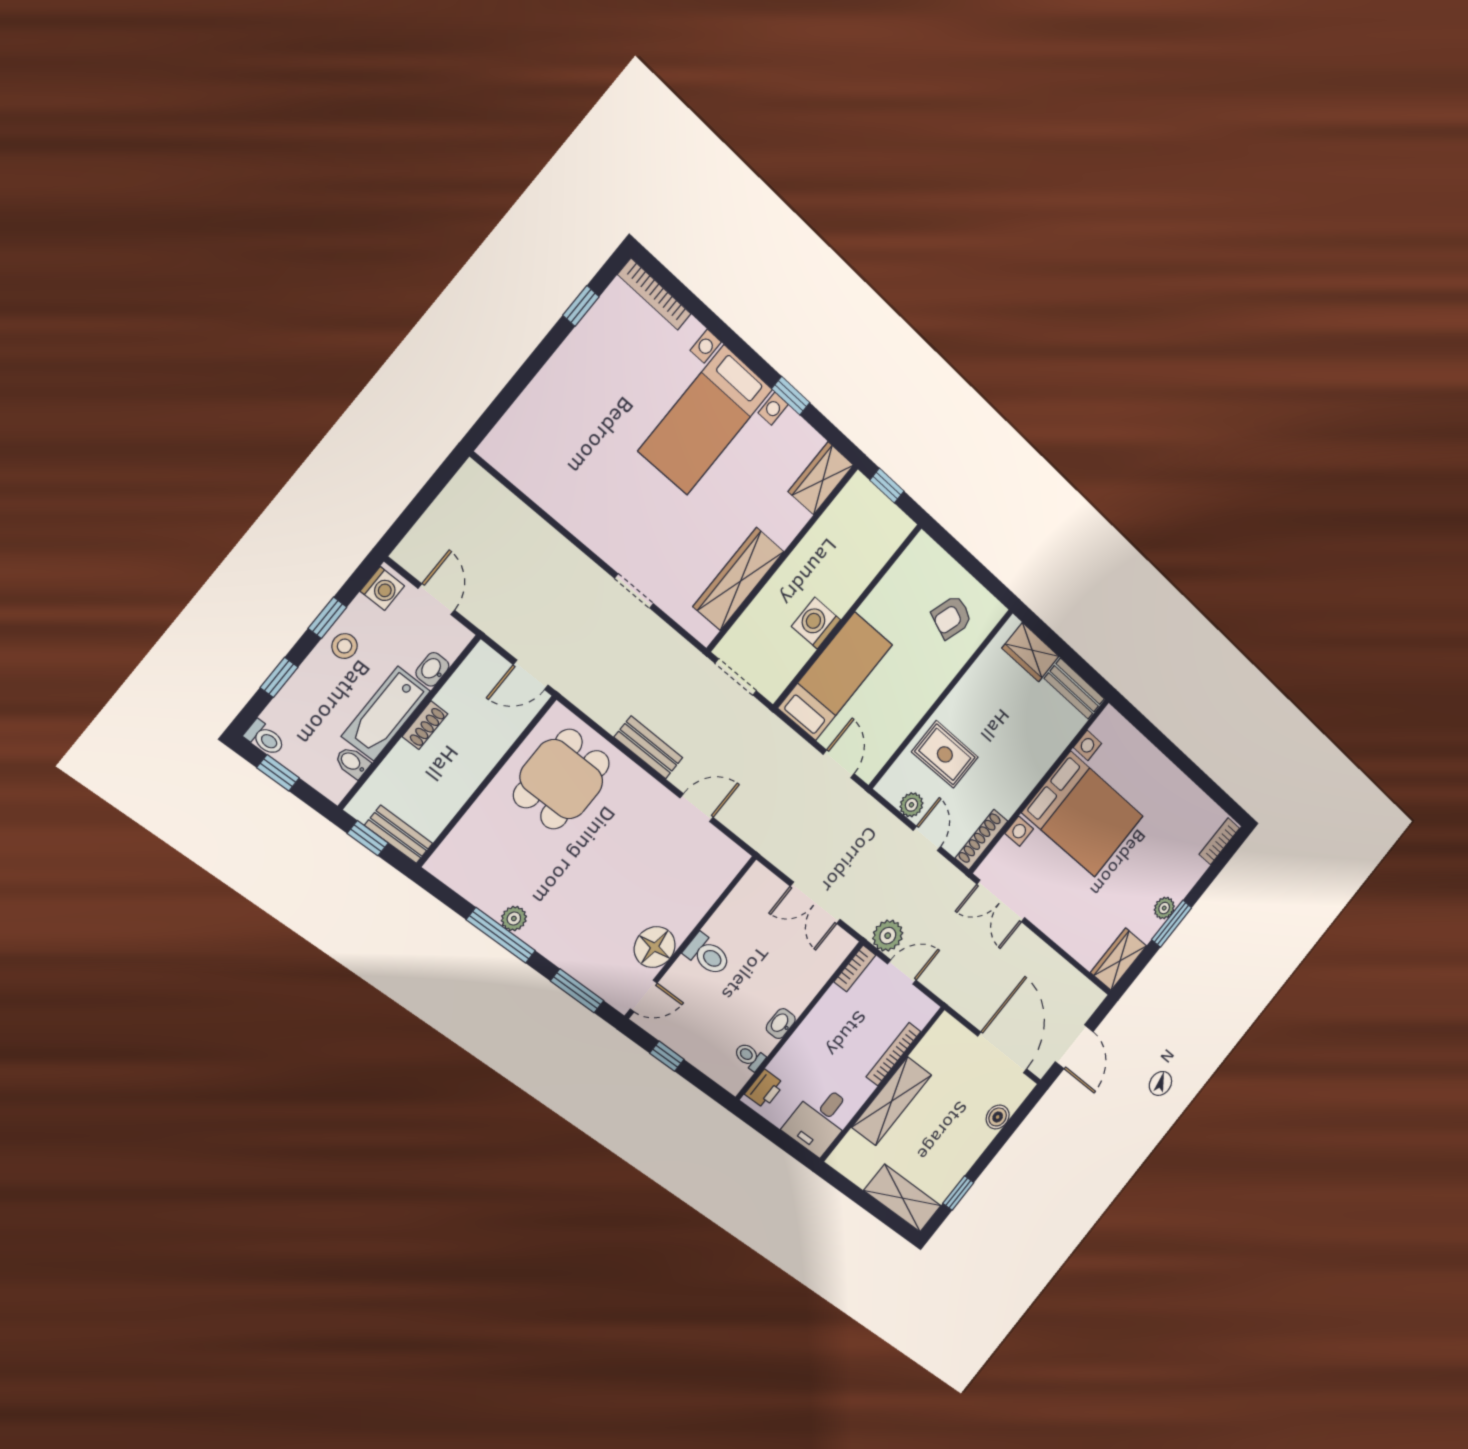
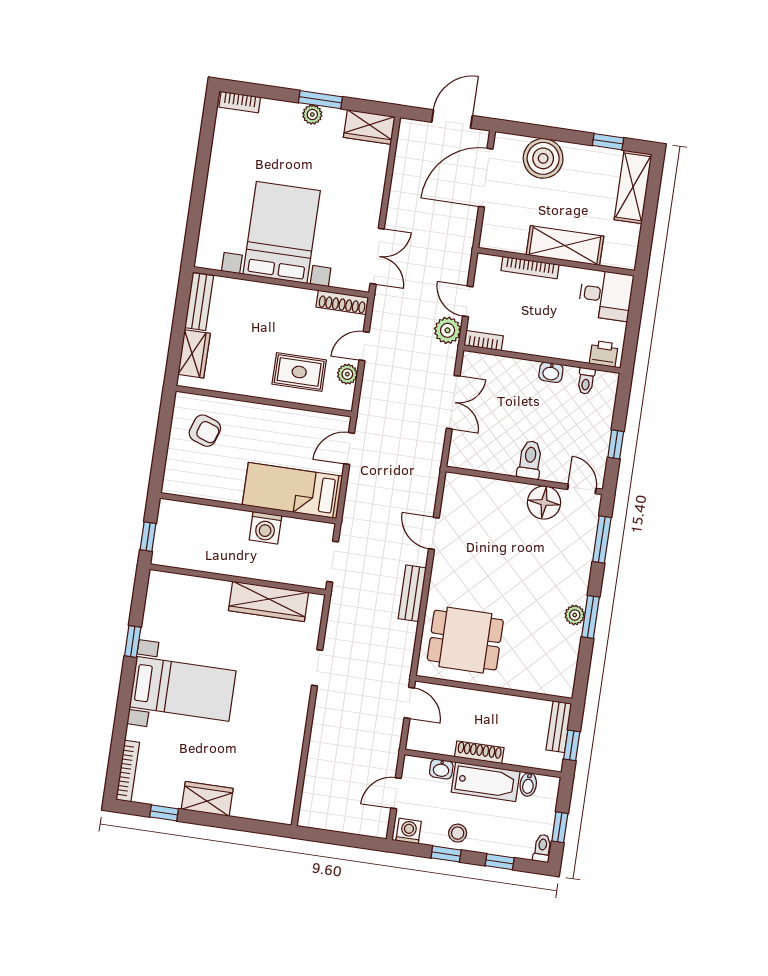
wardrobe: (821, 478) -> (207, 799), moved, turned 180
shoe rack: (425, 725) -> (479, 752), width x1.43
rug: (945, 754) -> (299, 372), turned 90
window: (501, 935) -> (590, 617), width x0.69
boiler: (998, 1117) -> (543, 158), width x1.86, depth x1.86

